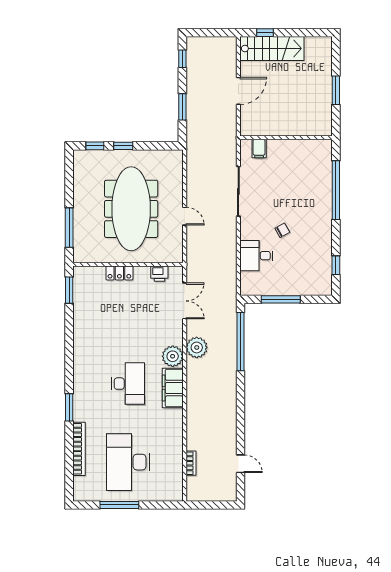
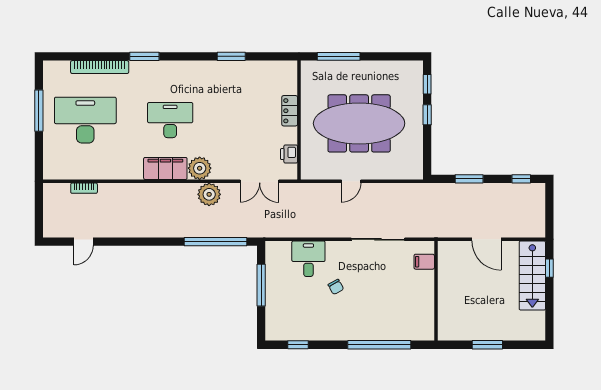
window: (69, 290) -> (231, 56), moved
desk: (128, 384) -> (170, 120), turned 180

